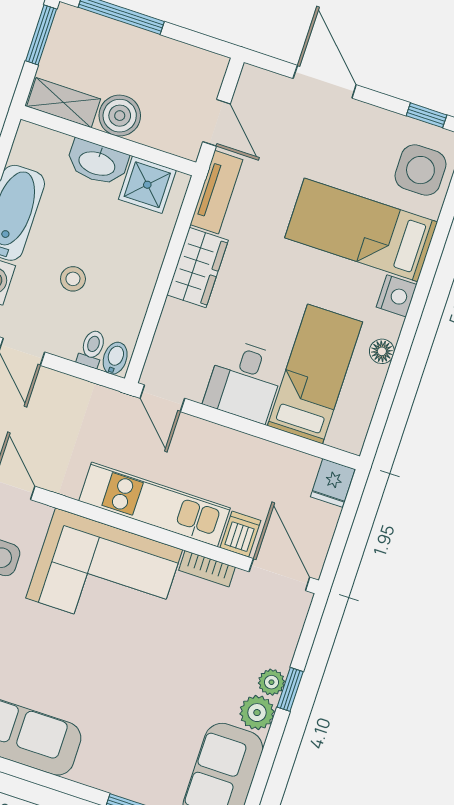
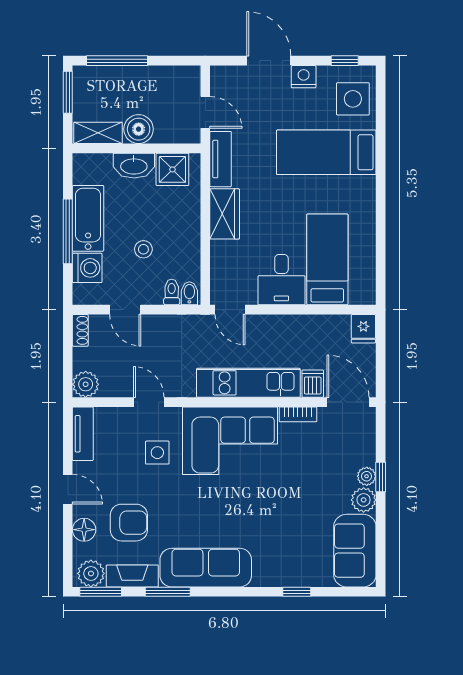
nightstand: (397, 296) -> (304, 77), moved, turned -90
floor lamp: (382, 351) -> (367, 229), removed

